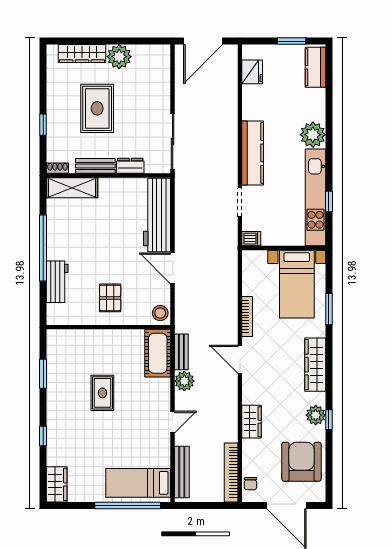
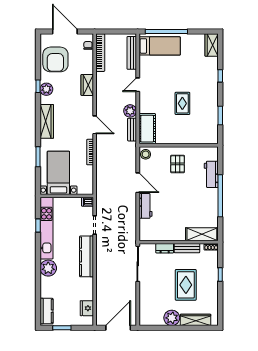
workbench: (157, 215) -> (145, 206), width x0.53, depth x0.76

